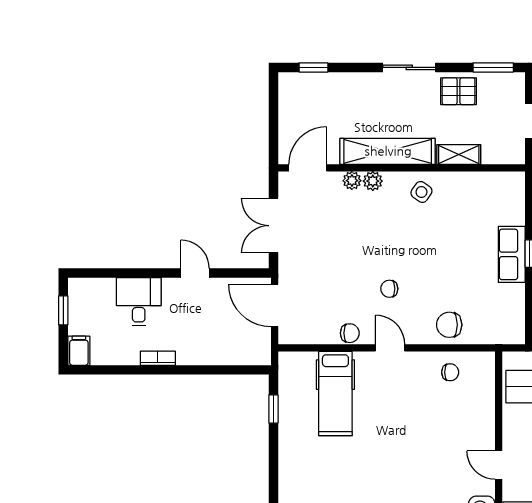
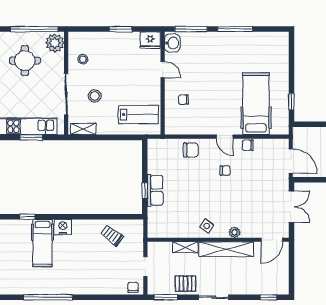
plant: (352, 181) -> (246, 233), removed
chair: (450, 372) -> (184, 100), moved
hospital bed: (335, 394) -> (256, 104), width x1.37, depth x1.29

